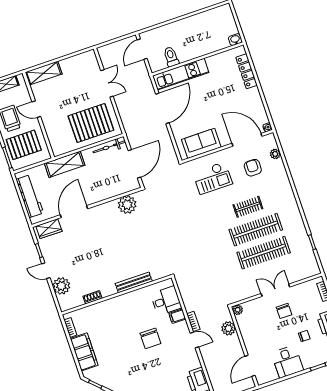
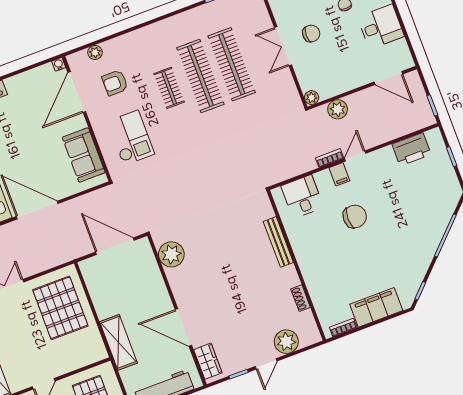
bicycle: (109, 147) -> (92, 282), removed
filing cabinet: (177, 316) -> (339, 174), moved

